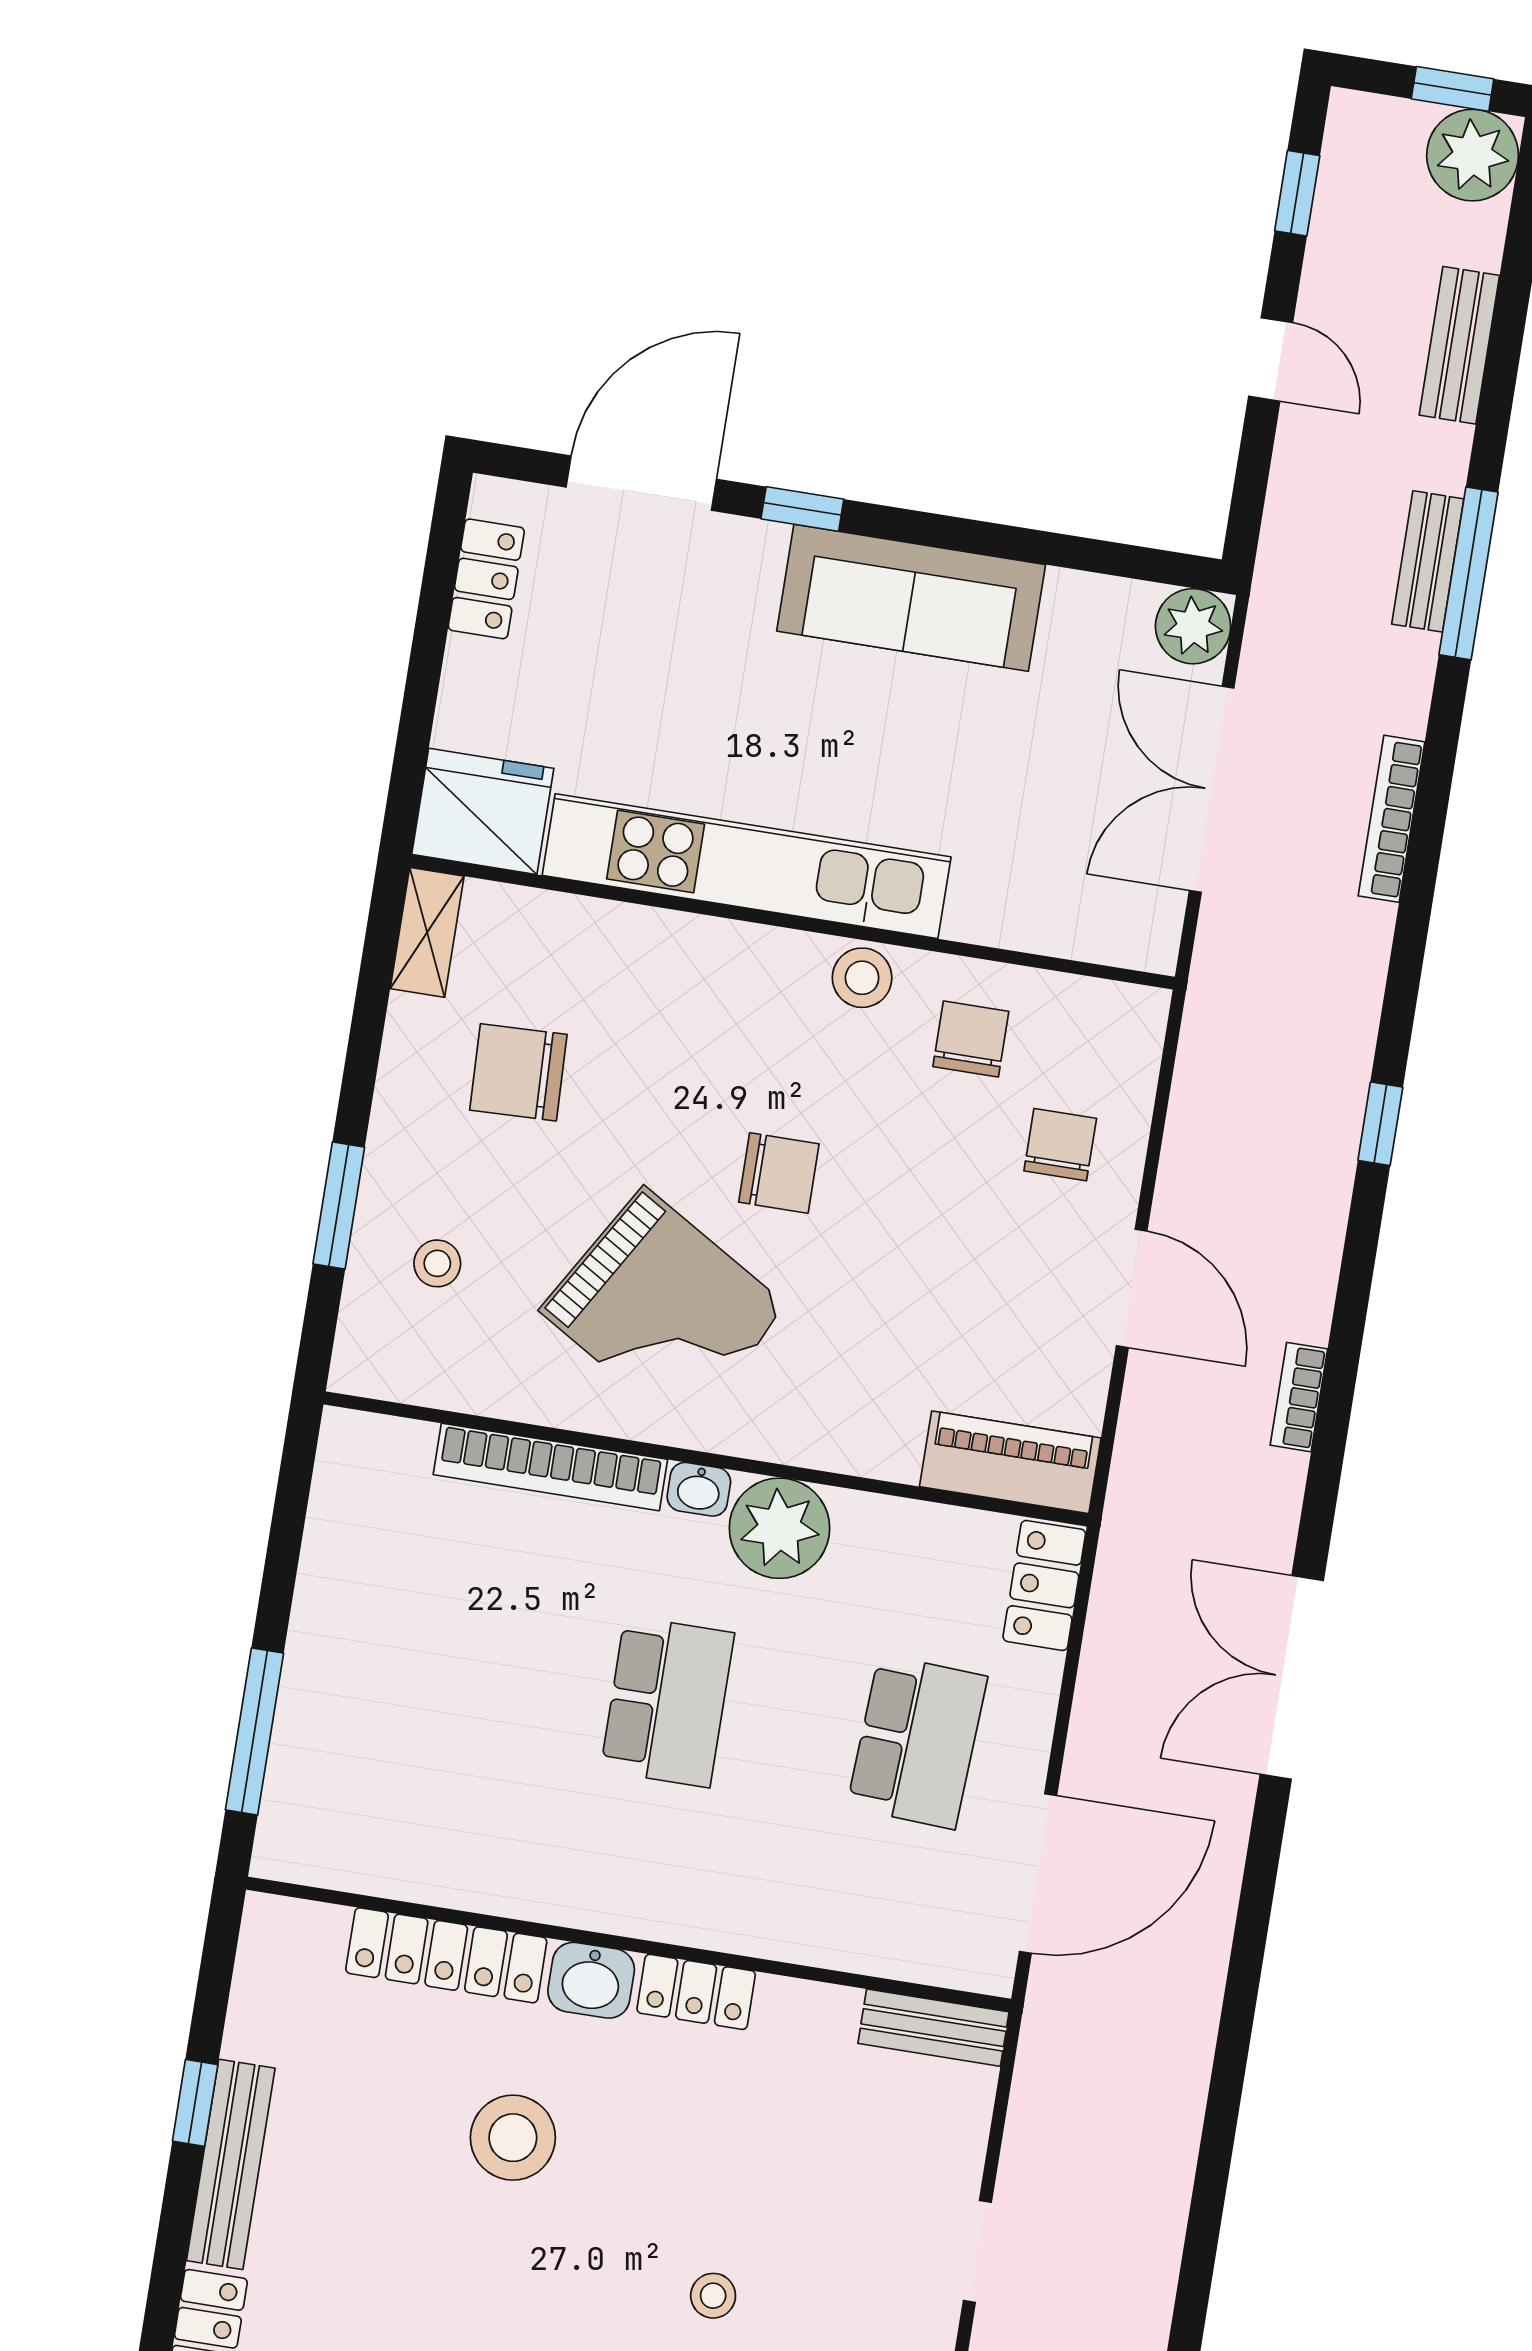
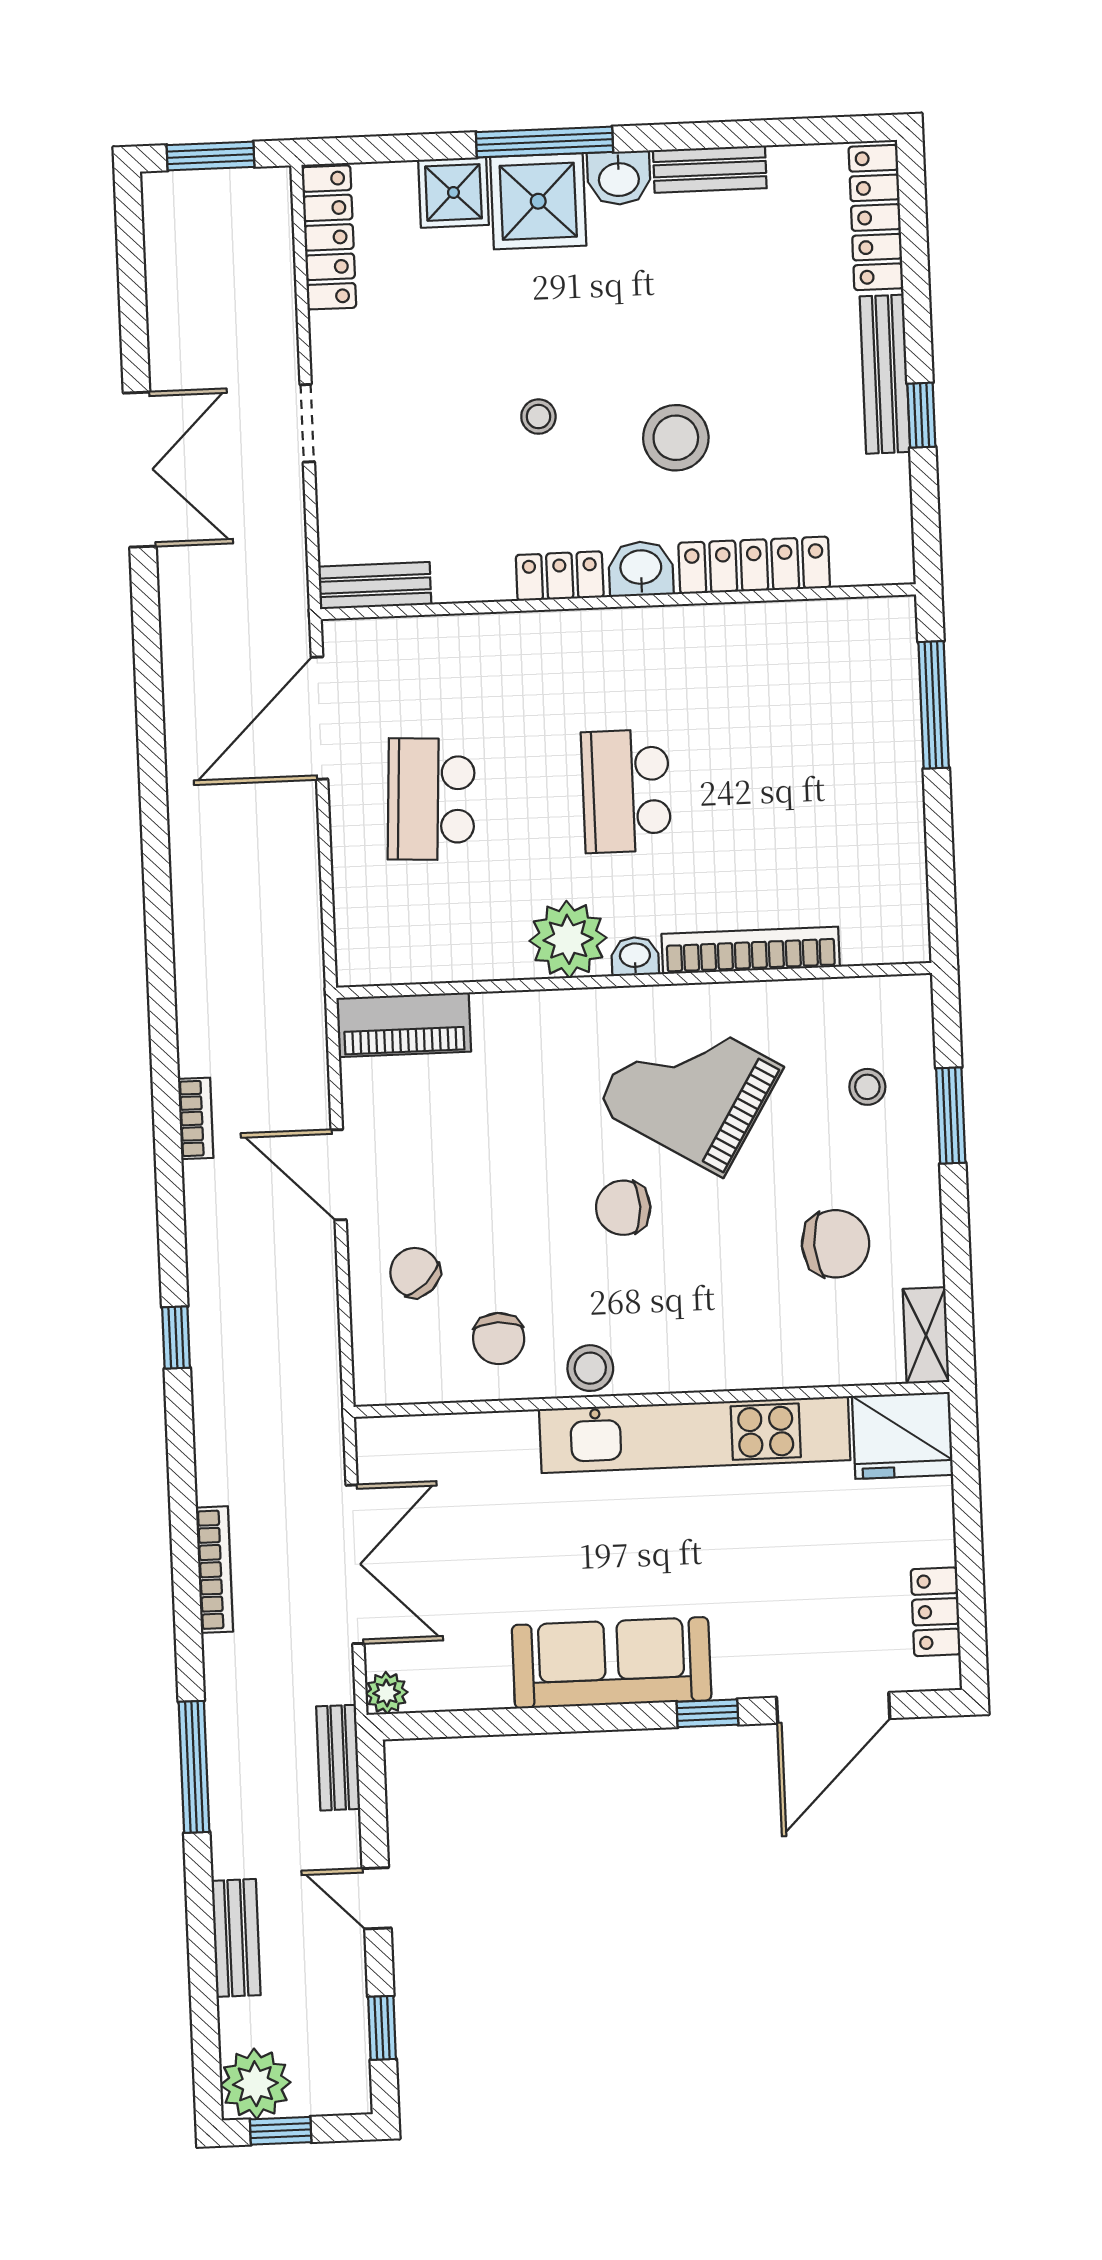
bench: (1428, 561) -> (338, 1758), moved
plant: (1193, 626) -> (387, 1693), width x0.73, depth x0.73
chair: (1060, 1145) -> (415, 1272), turned 137
locker: (1044, 1585) -> (359, 937), removed
double door: (1292, 1677) -> (140, 470), moved
stool: (713, 2296) -> (538, 417), moved

